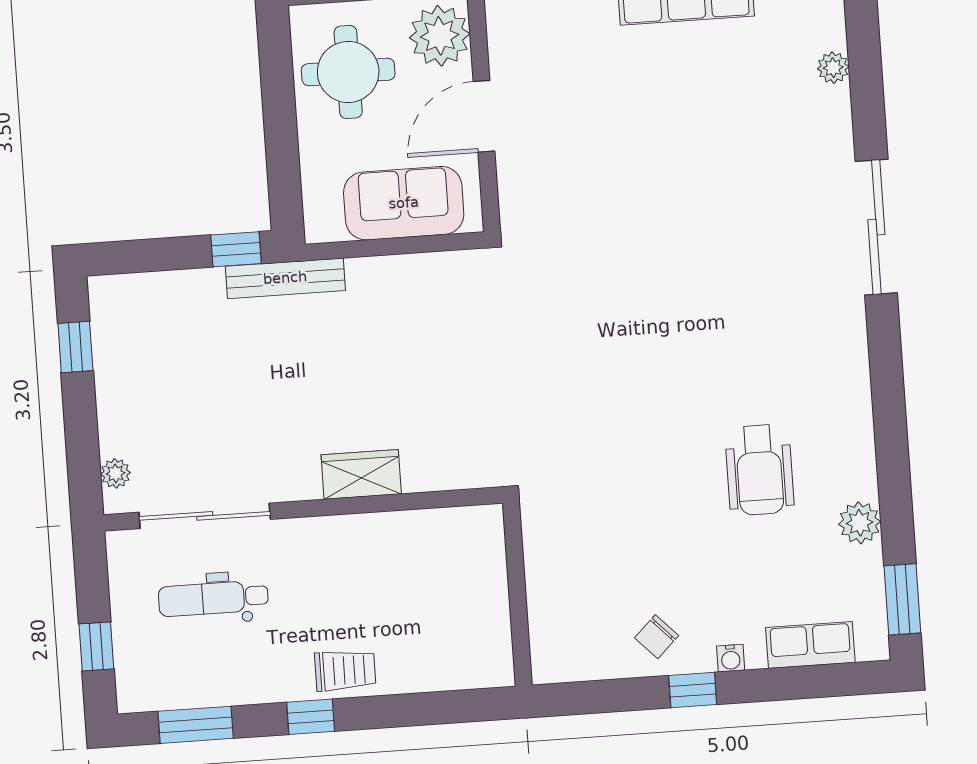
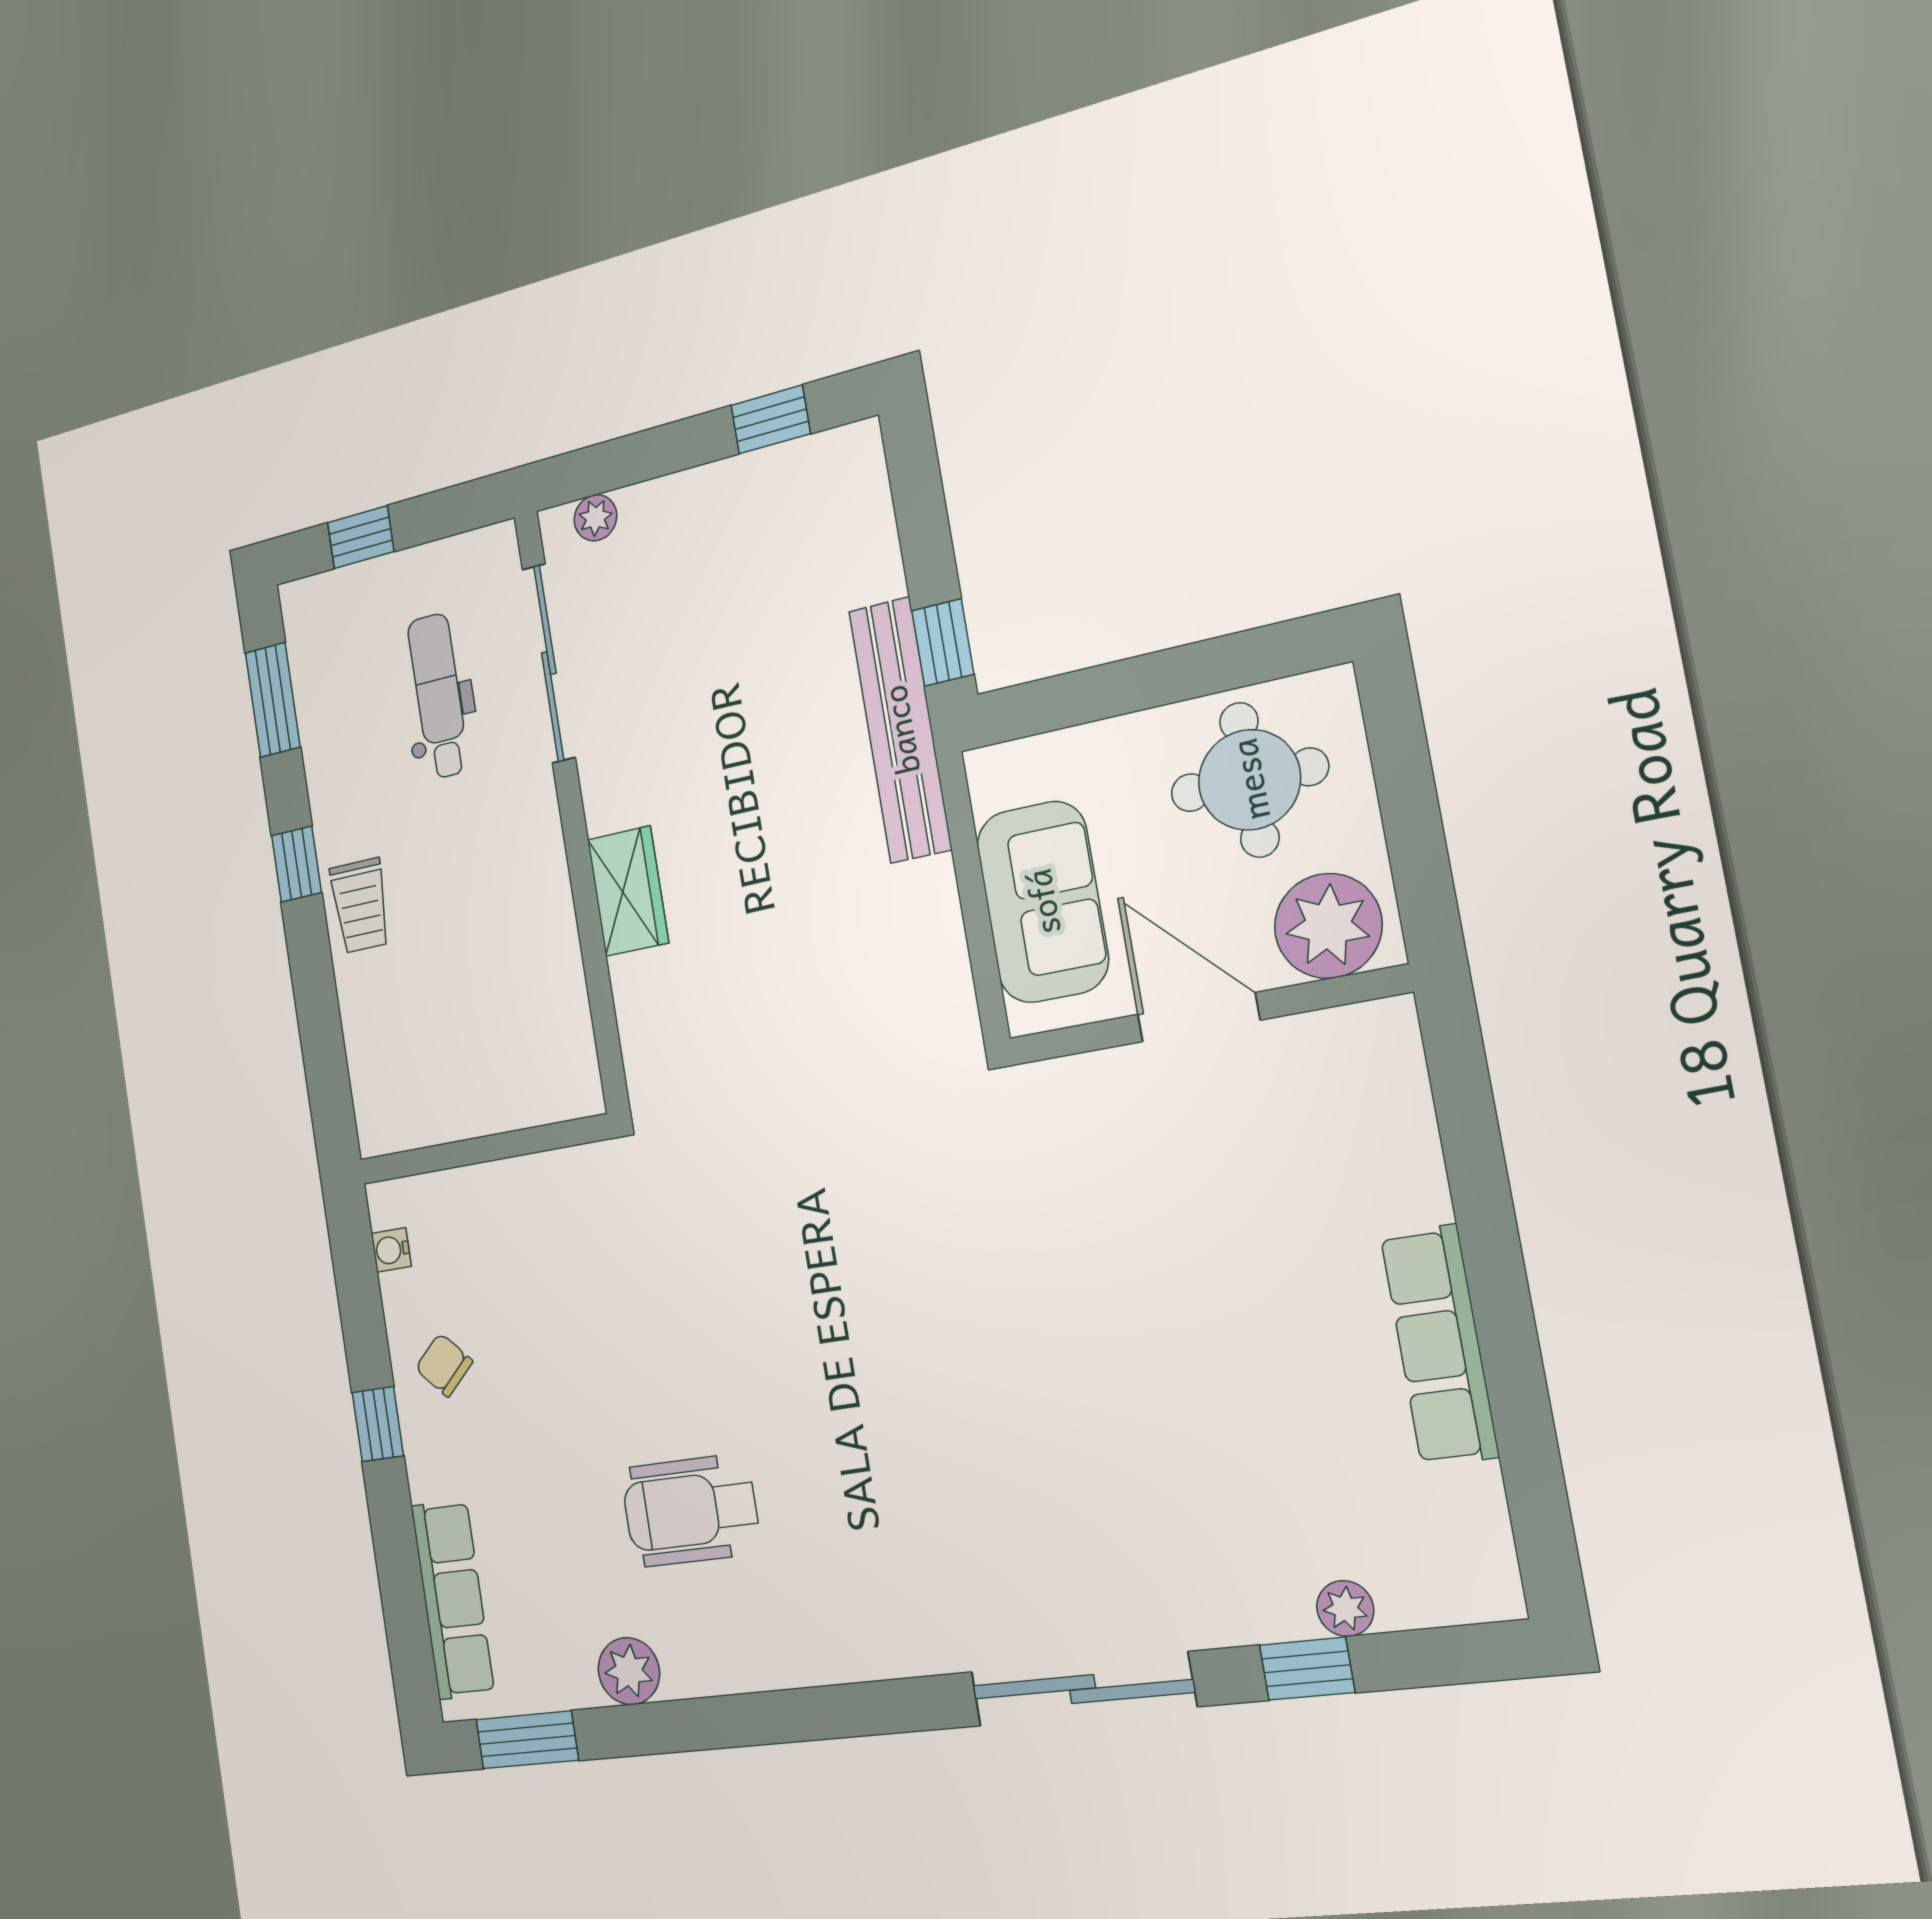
window: (867, 93) -> (1307, 1669), added
bench: (285, 278) -> (900, 730), width x1.37, depth x1.21
row of seats: (810, 645) -> (453, 1599), width x1.48
water cooler: (731, 658) -> (391, 1250), moved

